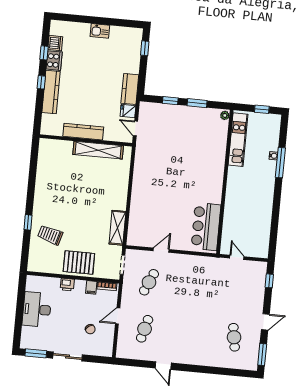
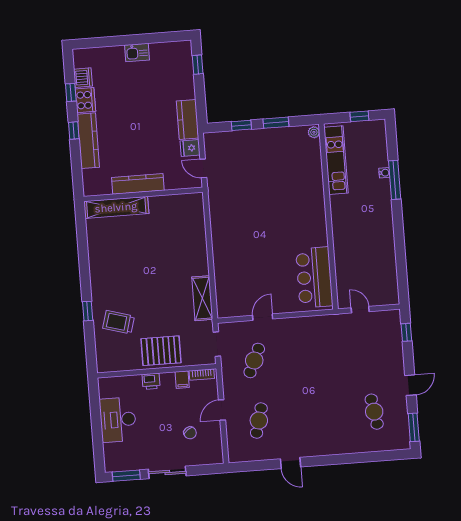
shelving: (98, 150) -> (116, 207), moved

